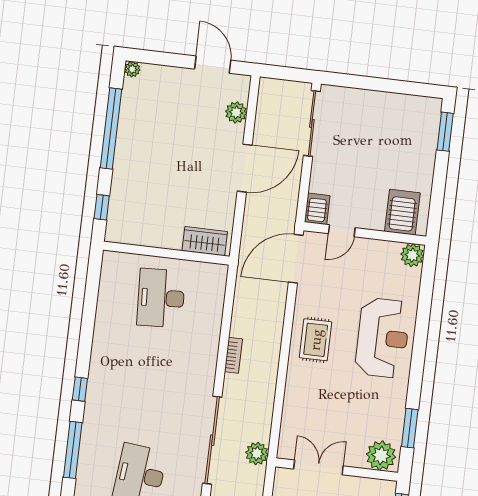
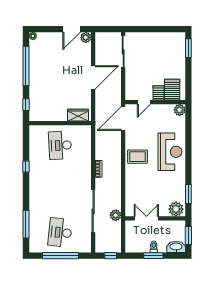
door: (213, 65) -> (72, 29), swing flipped
plant: (236, 112) -> (86, 37), moved
server rack: (317, 209) -> (158, 93), moved
rug: (316, 340) -> (138, 157), turned 90
window: (80, 389) -> (26, 167), moved

